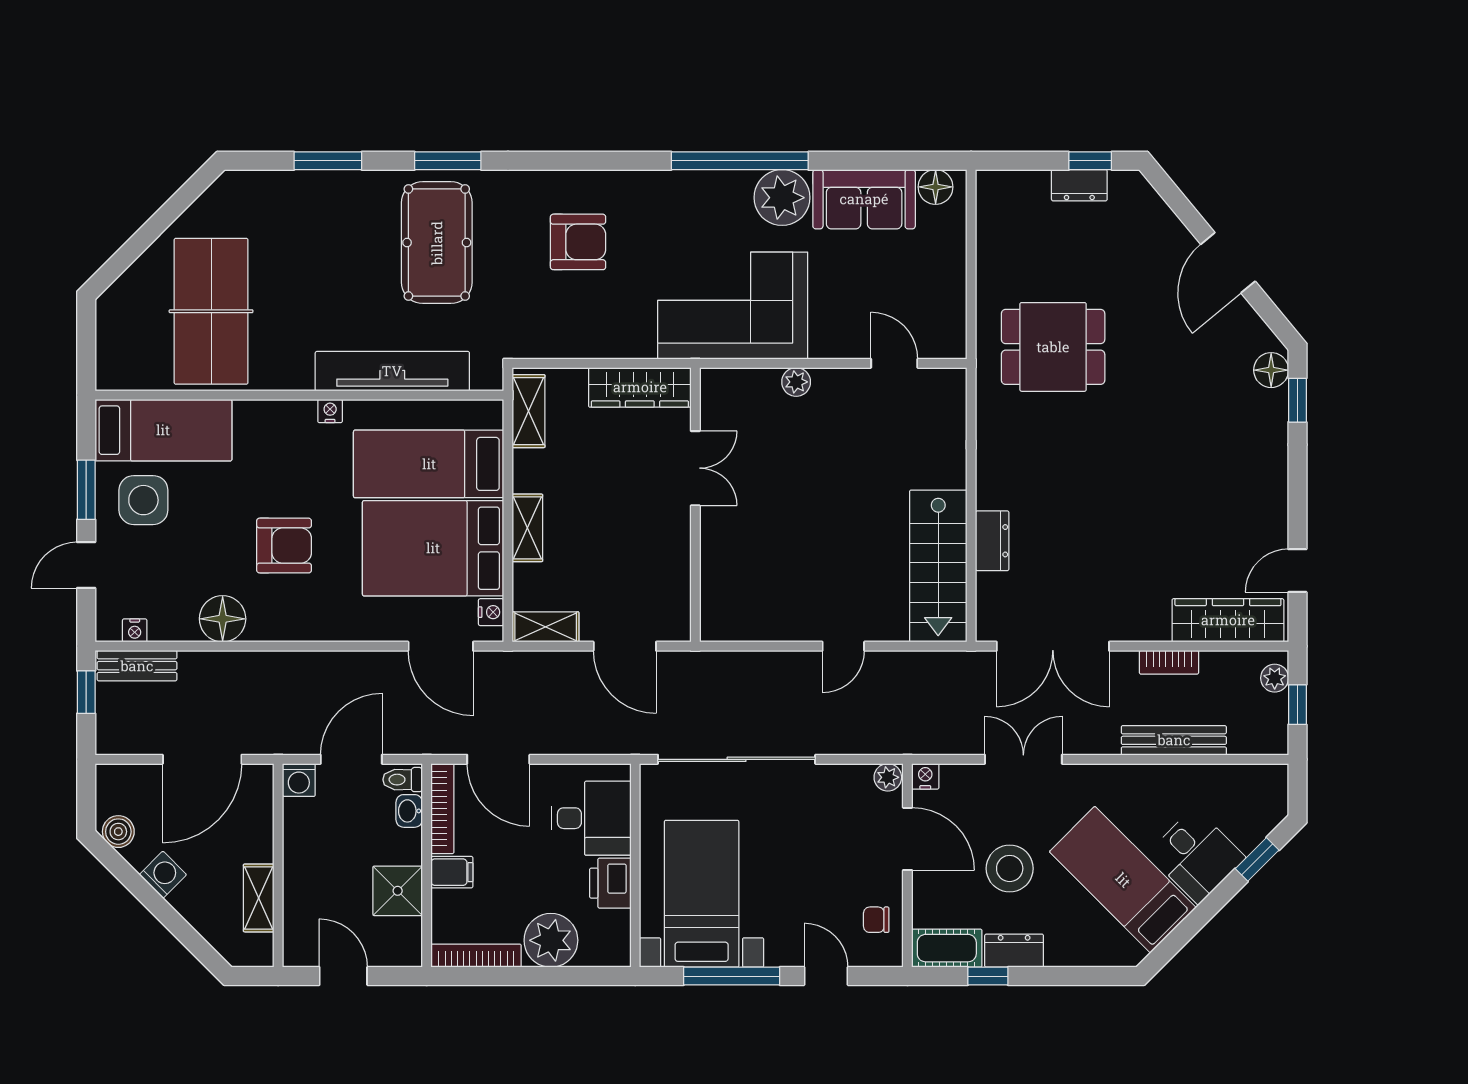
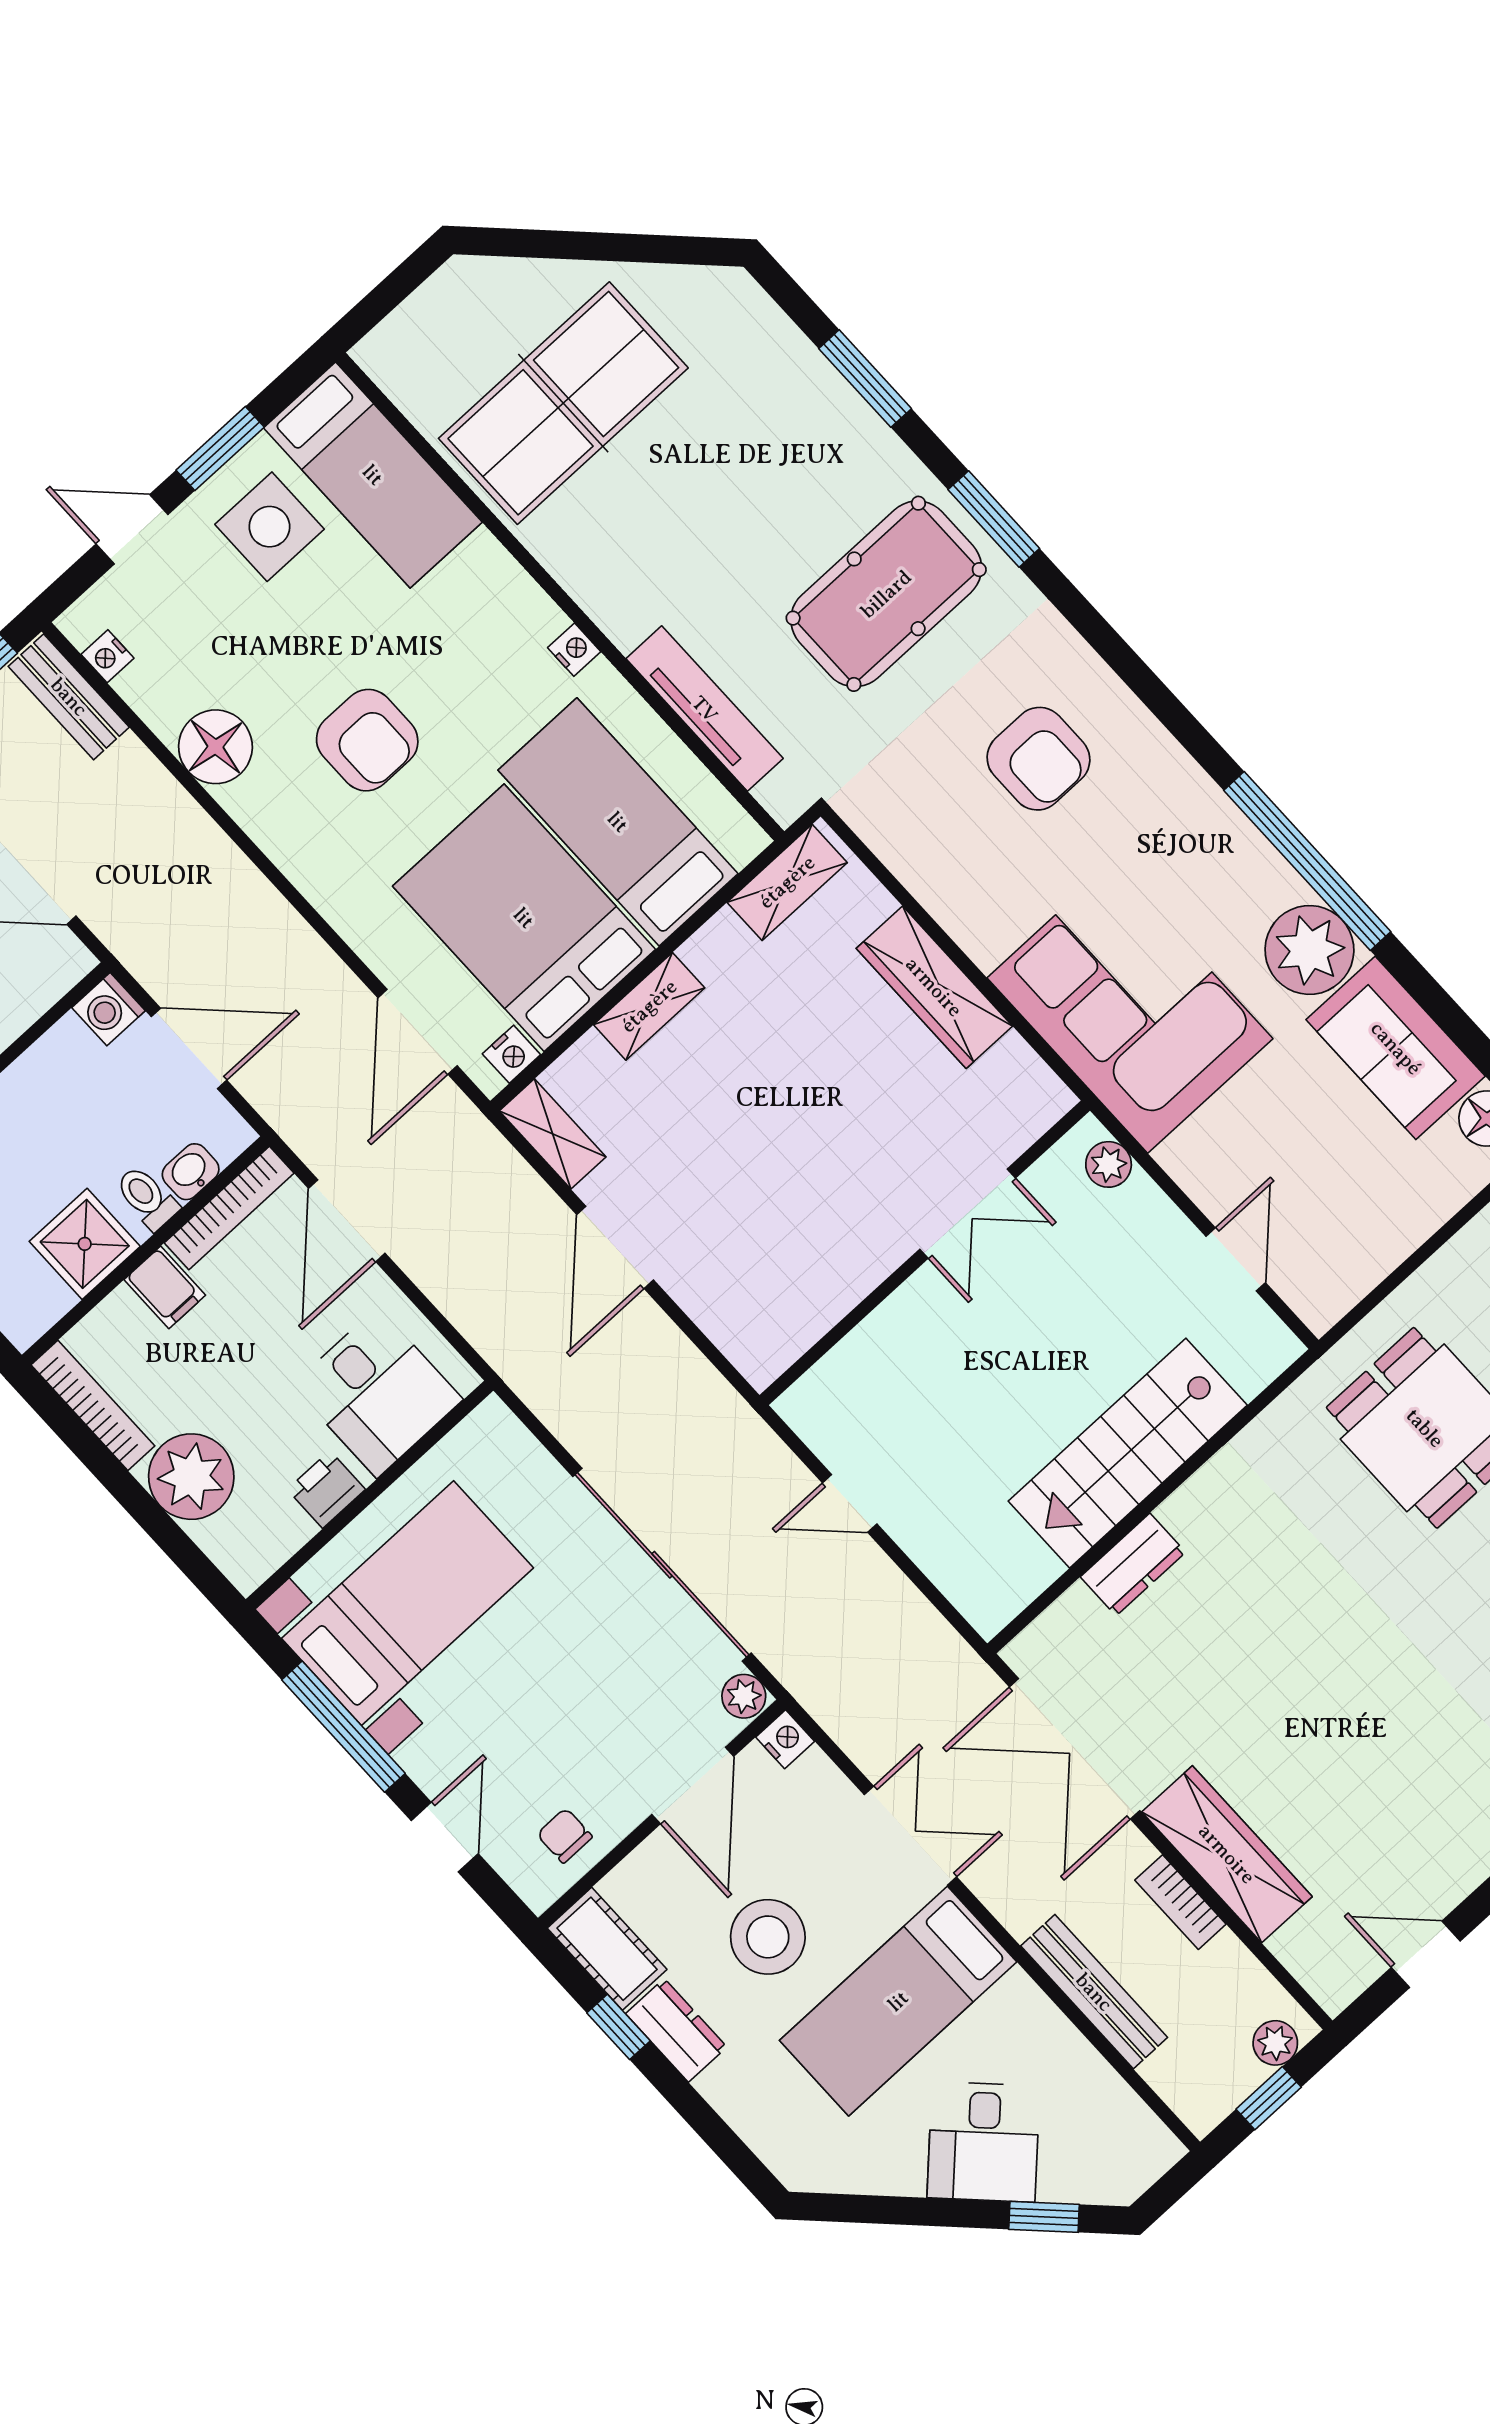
tv unit: (392, 371) -> (705, 709), width x0.73, depth x0.78
double door: (695, 468) -> (968, 1214), moved
wall: (695, 505) -> (925, 1253), moved
stairs: (938, 566) -> (1128, 1453), moved
wardrobe: (1228, 620) -> (1227, 1854), moved
sliding door: (737, 759) -> (662, 1565), moved
toilet: (403, 780) -> (147, 1198), moved
bed: (1123, 880) -> (898, 2001), moved, turned -135
printer: (610, 883) -> (326, 1489), width x0.73, depth x0.81

